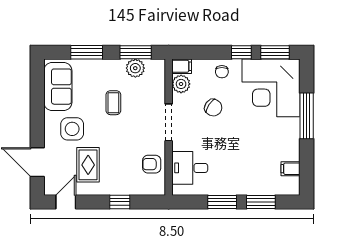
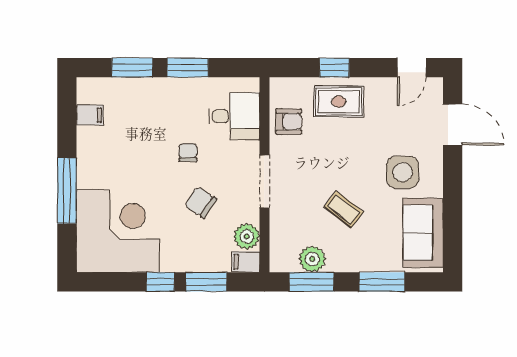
window: (275, 52) -> (206, 282), moved
chair: (222, 72) -> (188, 153), moved
coffee table: (113, 103) -> (344, 210), turned -52
rug: (88, 165) -> (339, 102), moved, turned 90

